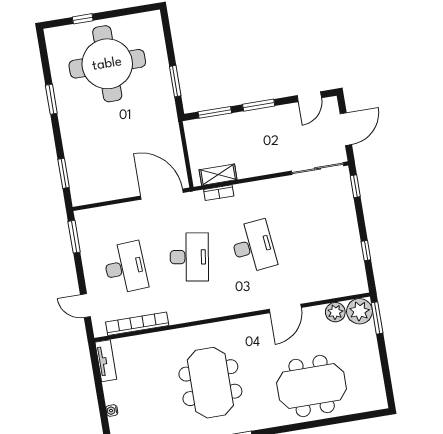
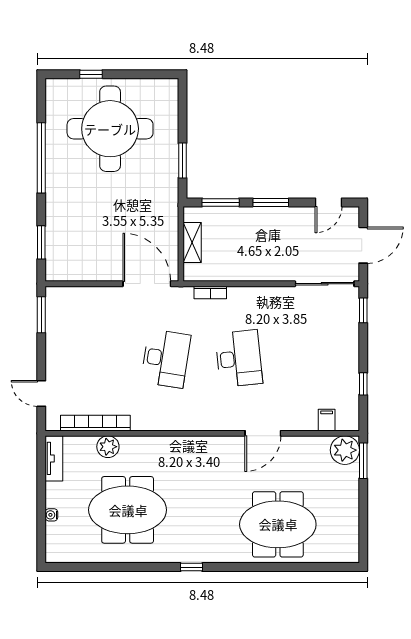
window: (51, 99) -> (41, 158), width x2.11
shelving: (218, 175) -> (192, 243), moved, turned 90
desk: (125, 268) -> (93, 359), removed
filing cabinet: (339, 288) -> (327, 420), added
plant: (335, 312) -> (108, 447), moved
meeting table: (210, 383) -> (128, 510), moved, turned 90

